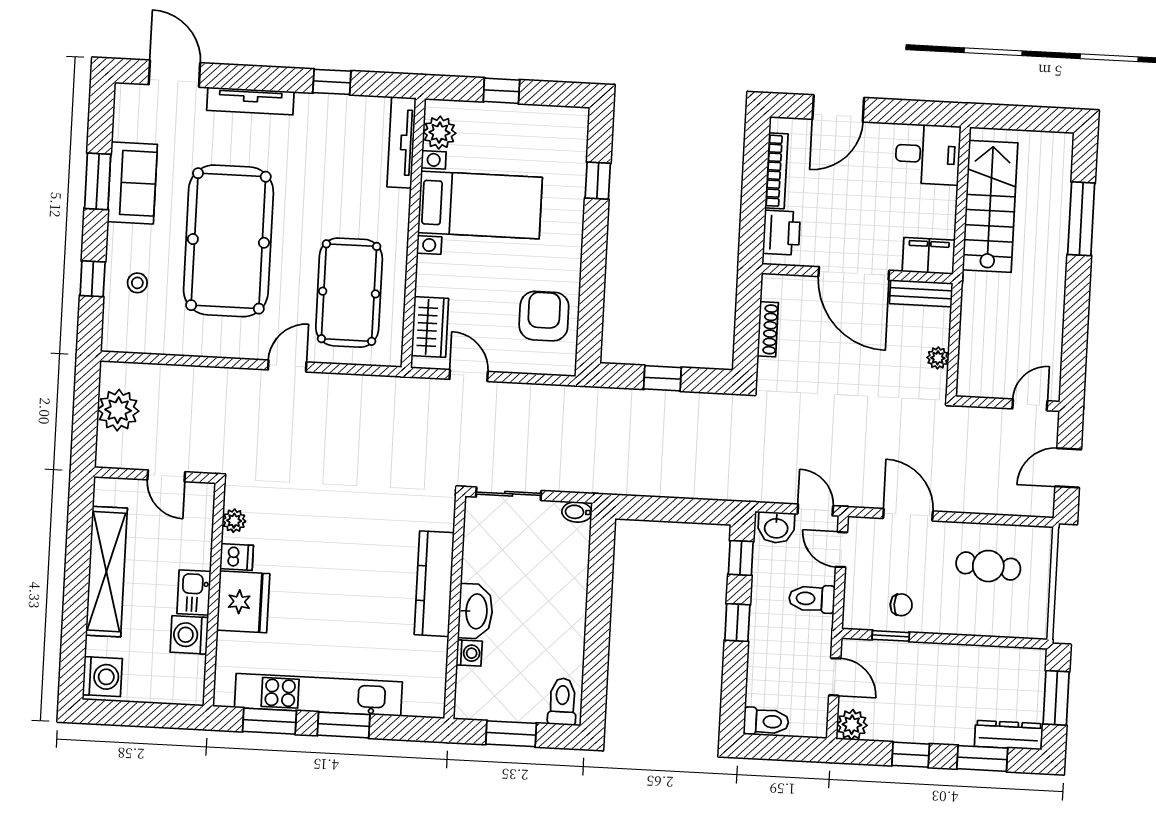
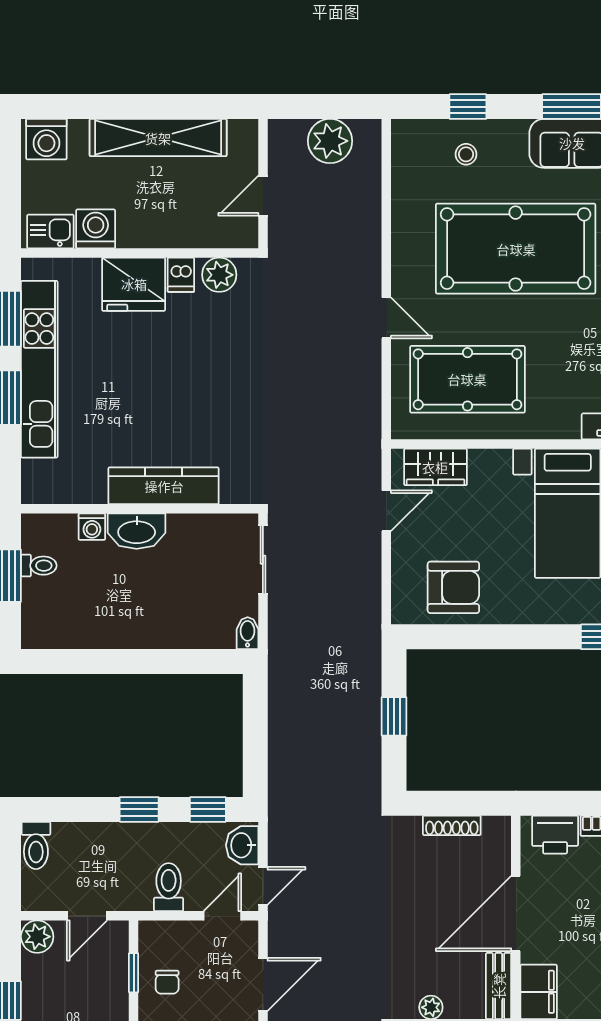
plant: (234, 521) -> (219, 275), width x1.38, depth x1.38
kitchen sink: (194, 593) -> (50, 231), moved
toilet: (562, 702) -> (39, 566), moved, width x0.73, depth x0.72

